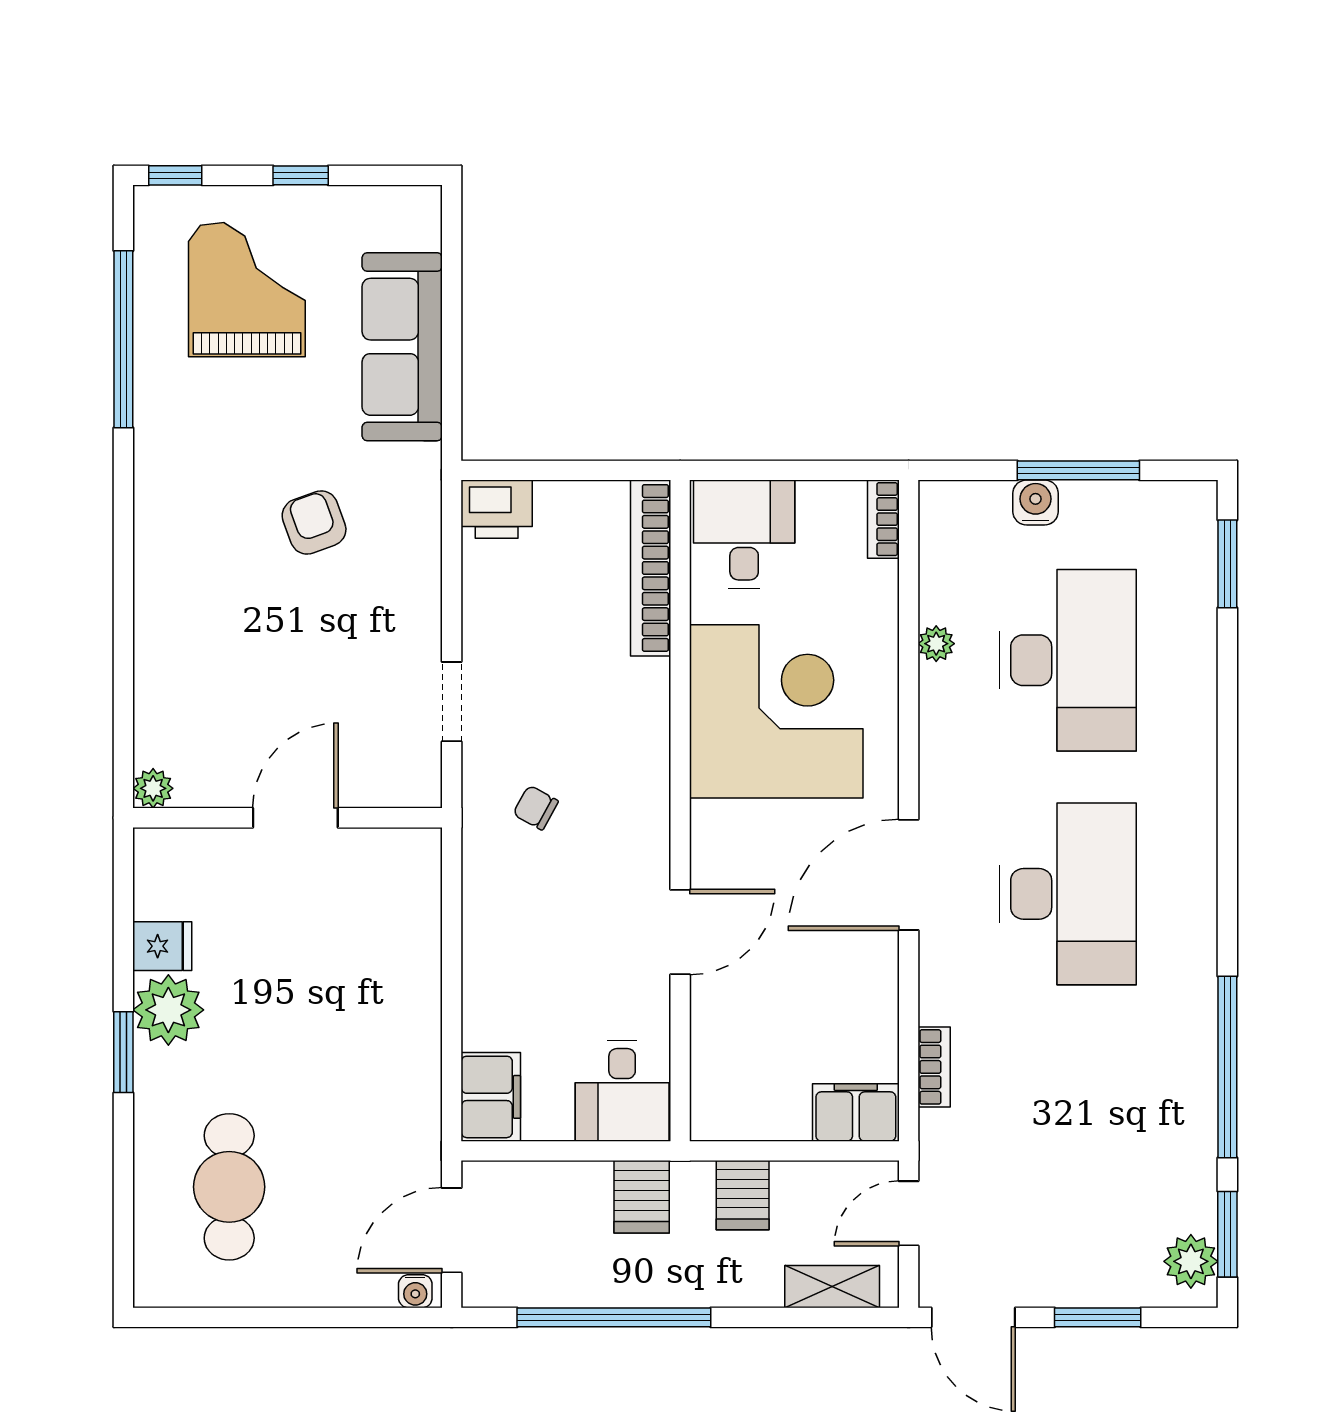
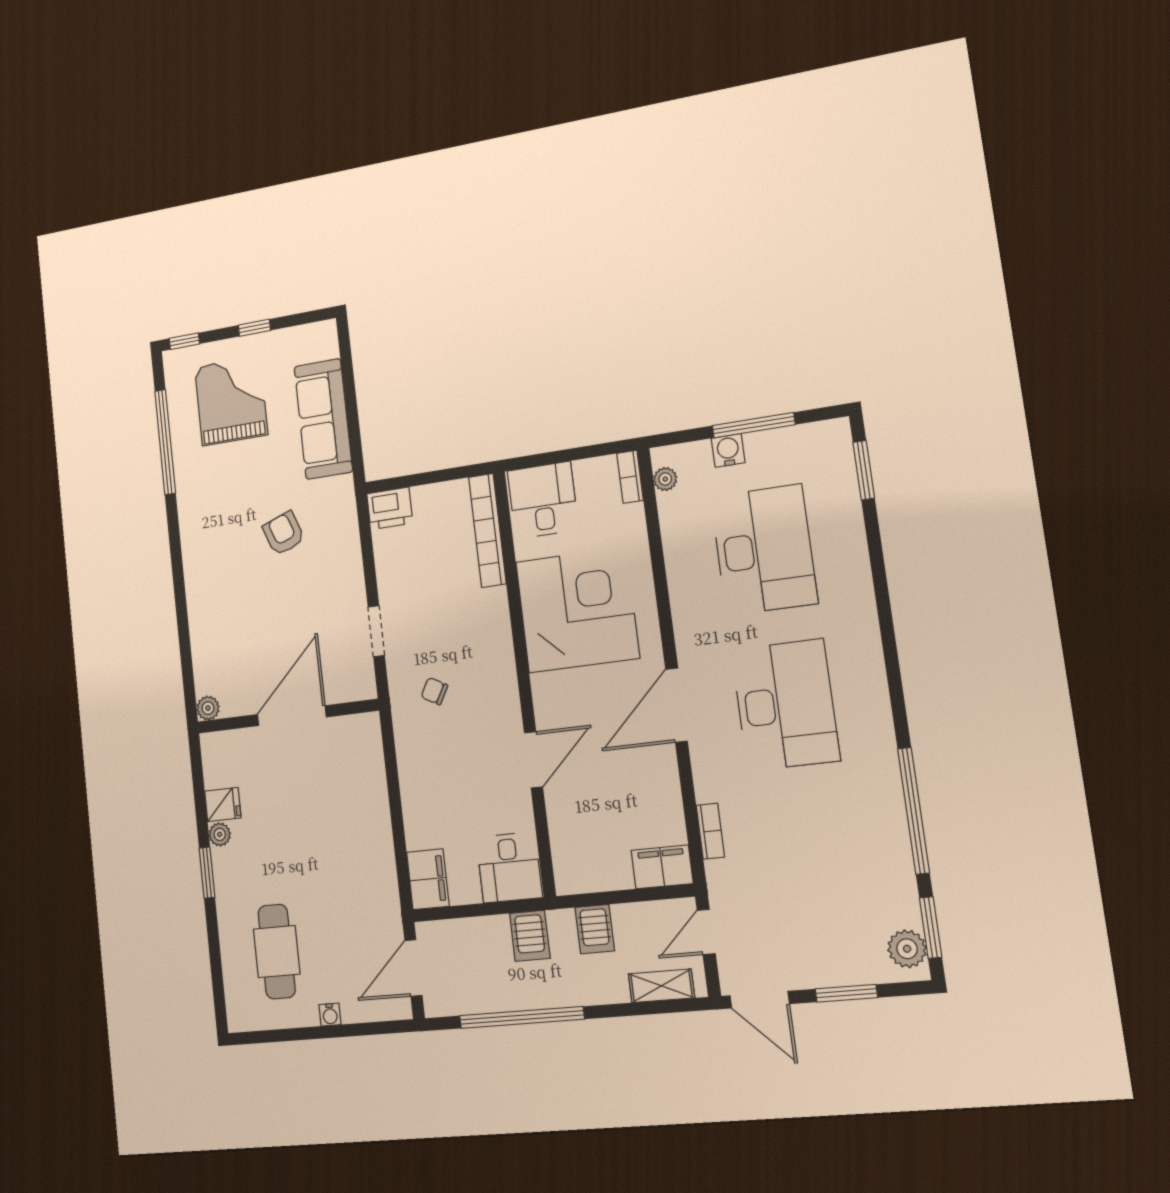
plant: (936, 644) -> (665, 479), moved
door: (295, 818) -> (292, 716), width x1.36
plant: (168, 1010) -> (220, 834), width x0.53, depth x0.53
water cooler: (415, 1291) -> (330, 1015), moved

